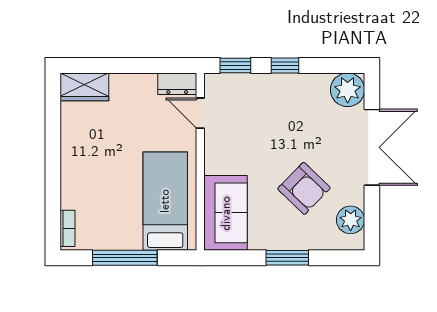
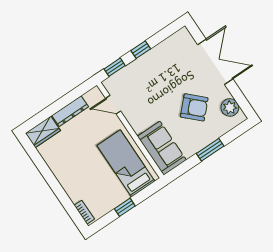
dresser: (177, 84) -> (70, 111), moved, width x1.44
plant: (348, 90) -> (182, 40), removed
window: (125, 258) -> (125, 207), width x0.46

